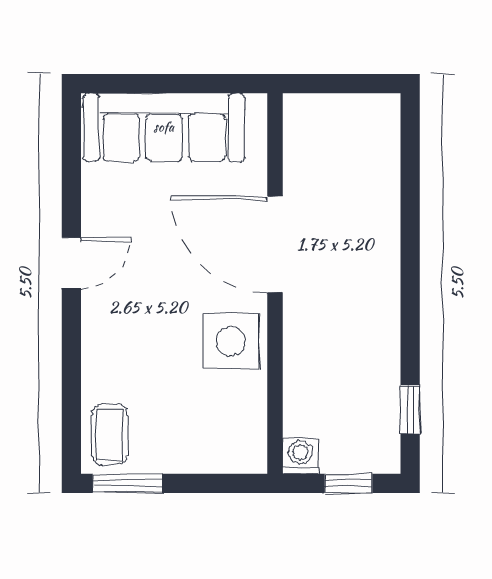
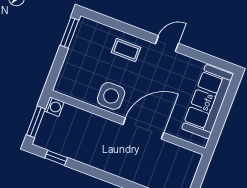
door: (71, 263) -> (167, 44), swing flipped
coffee table: (110, 434) -> (126, 50), moved
window: (349, 483) -> (36, 122), width x1.50

